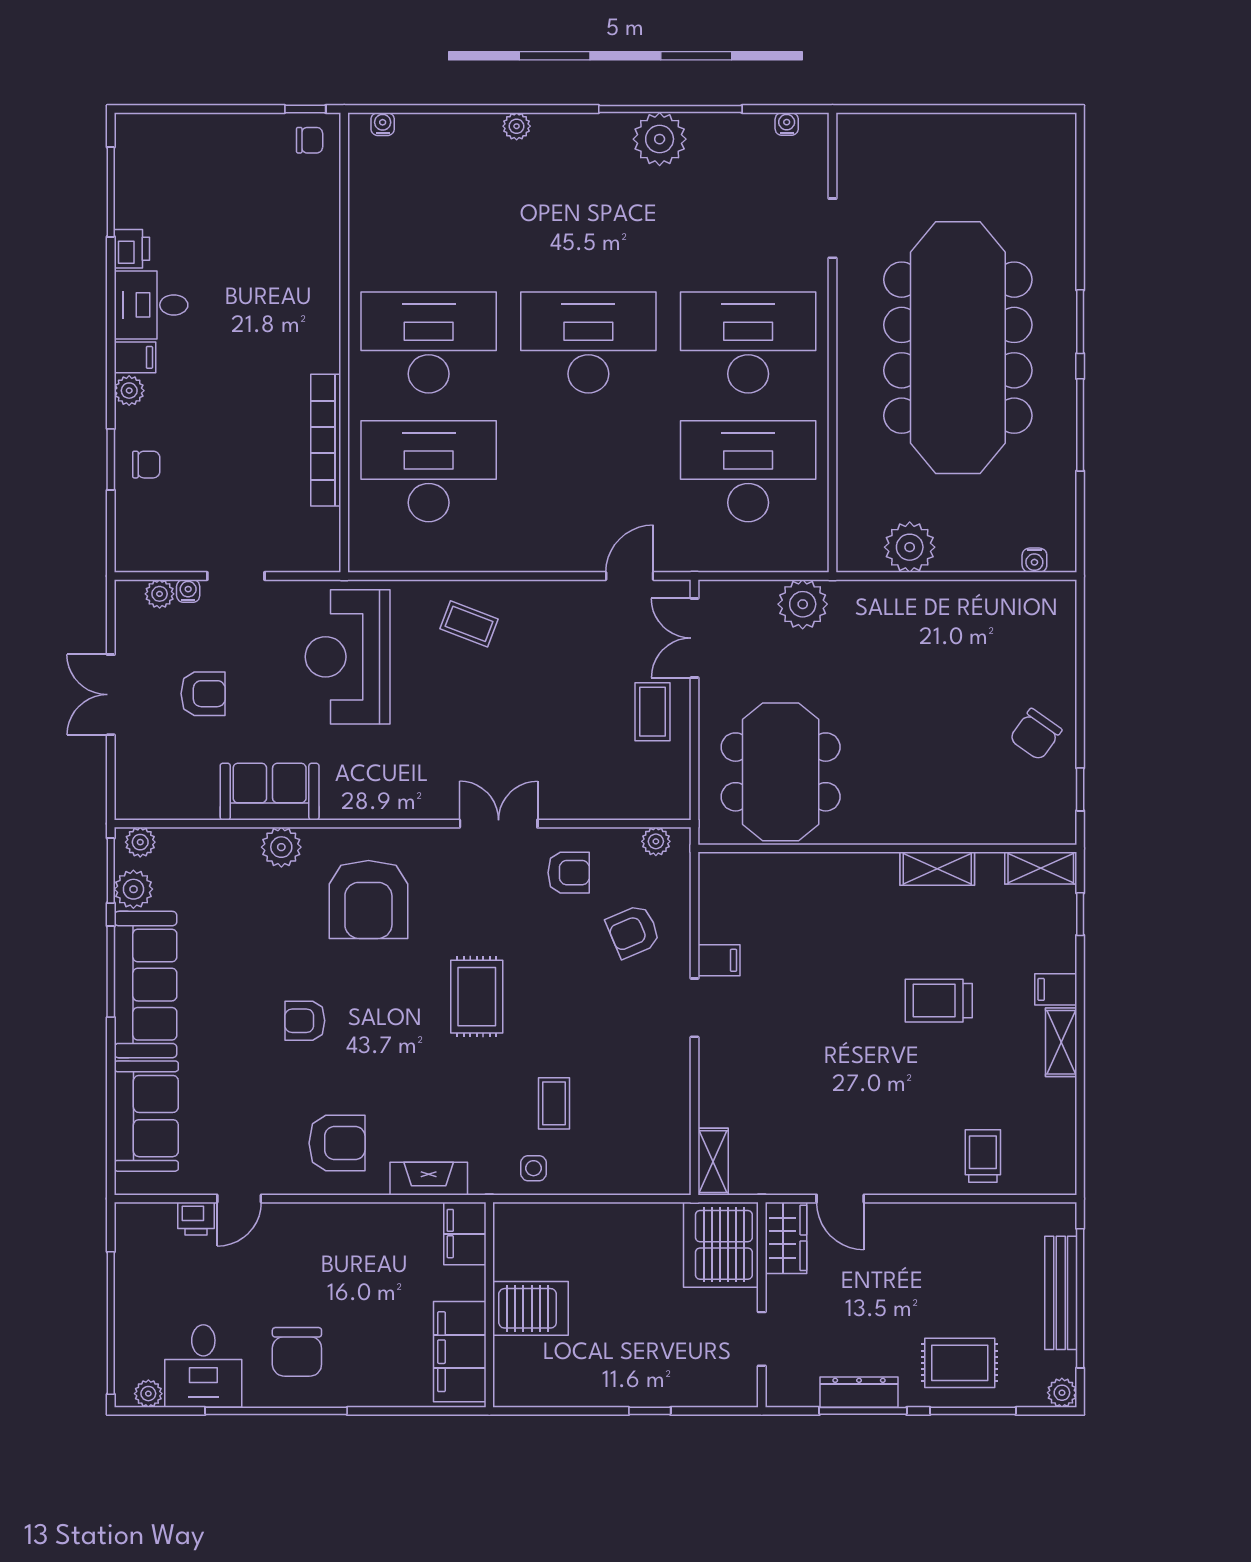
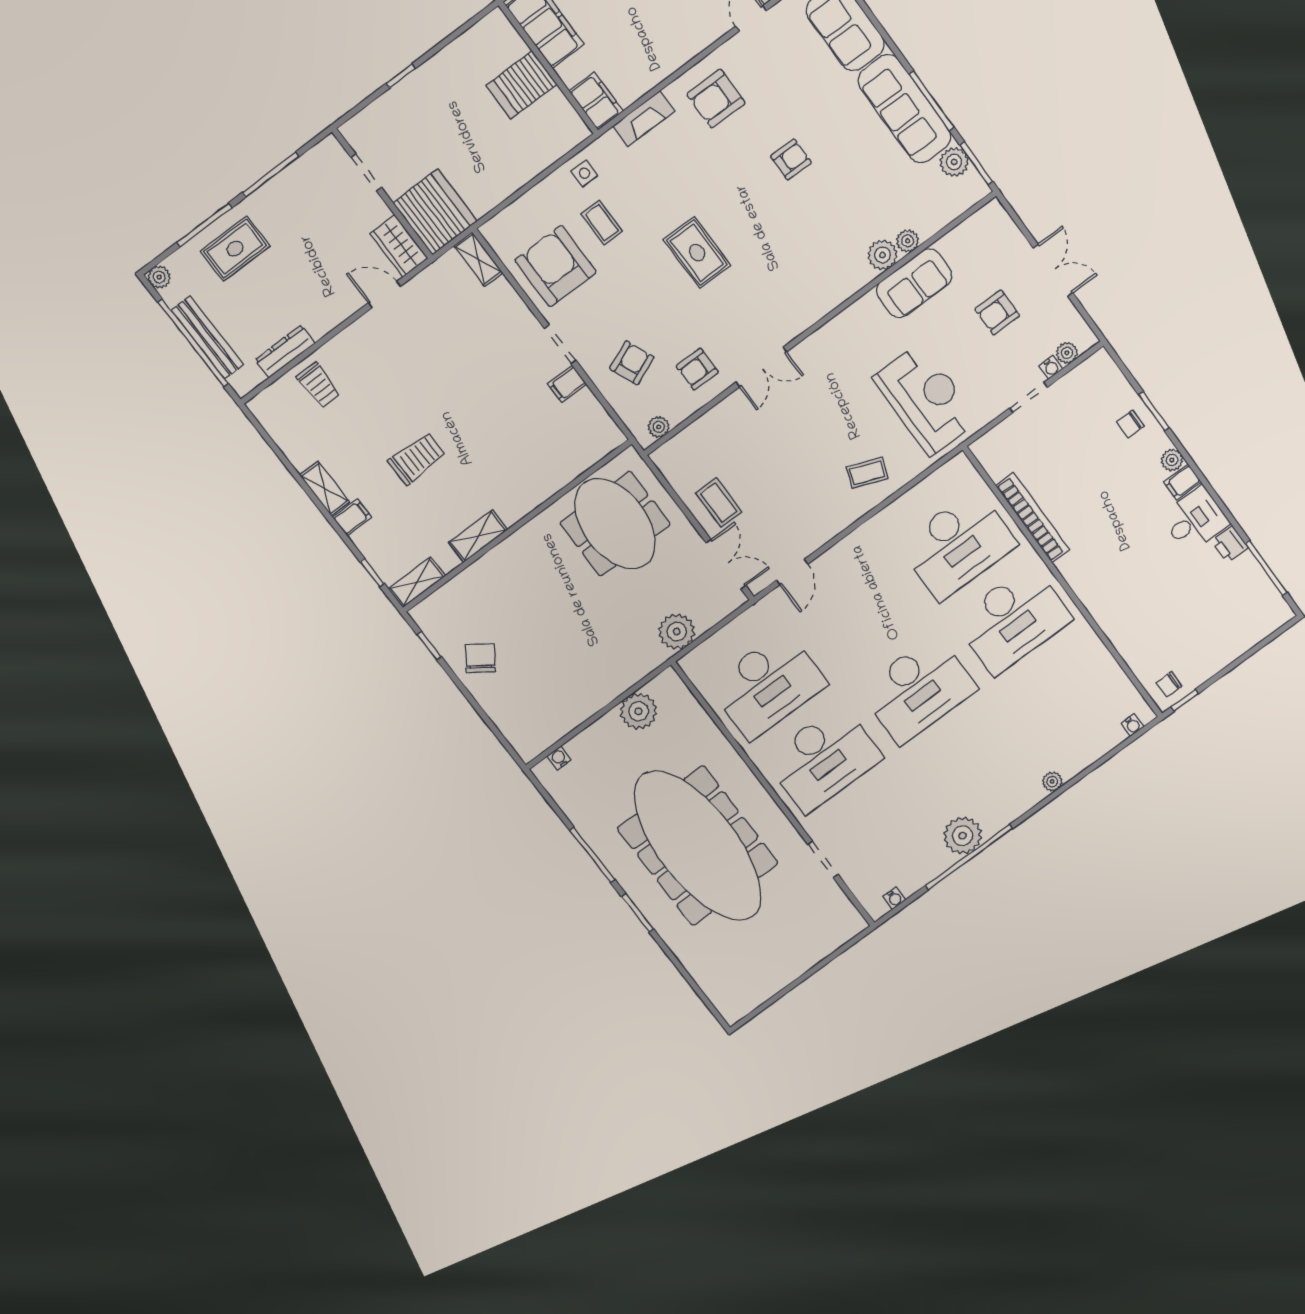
plant: (140, 842) -> (908, 241), moved
armchair: (368, 899) -> (556, 266), moved
dresser: (859, 1392) -> (285, 351), moved, turned 180

